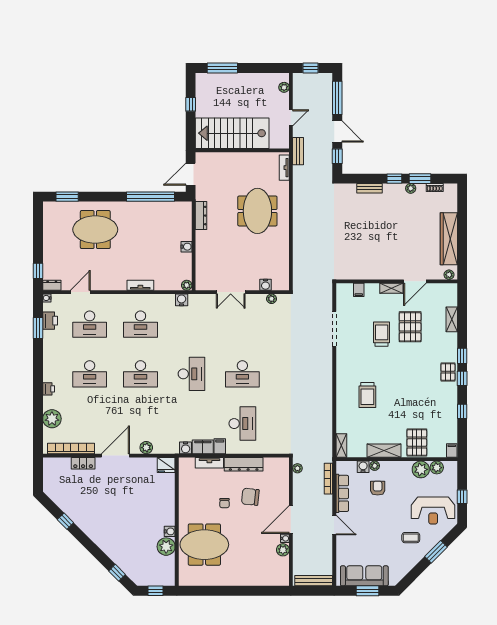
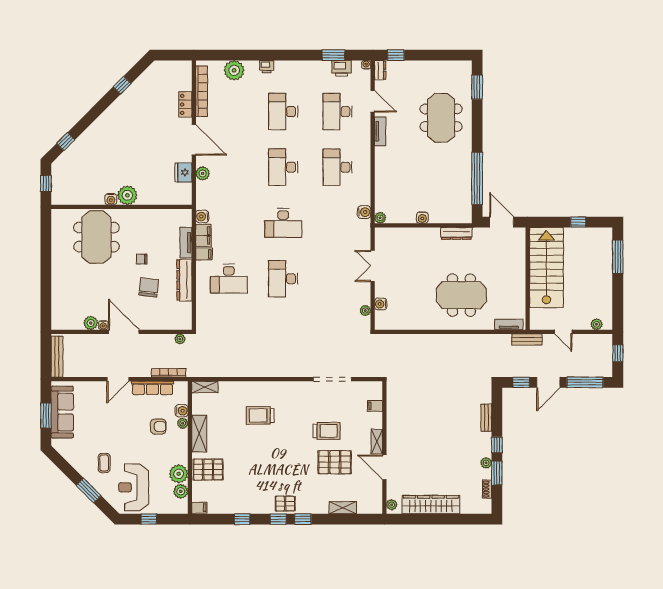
tv unit: (140, 285) -> (380, 131), moved
fridge: (166, 465) -> (184, 172), moved
plant: (166, 547) -> (127, 195), moved

